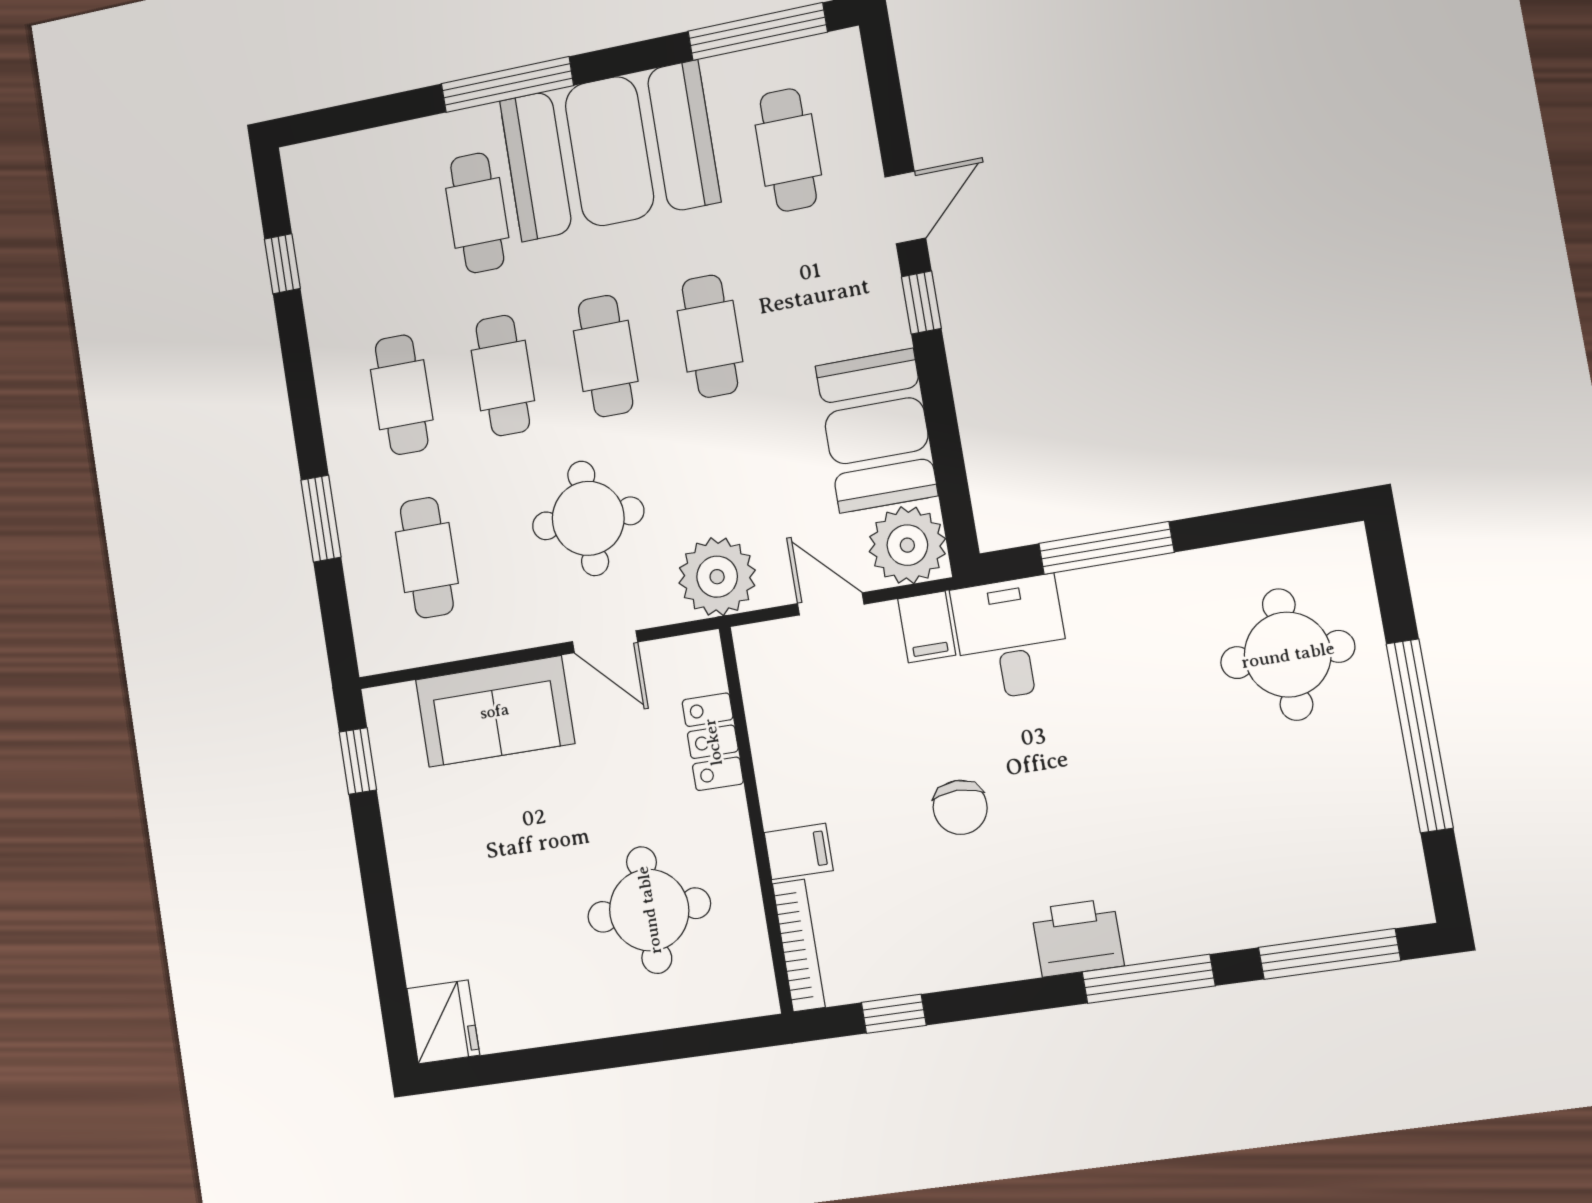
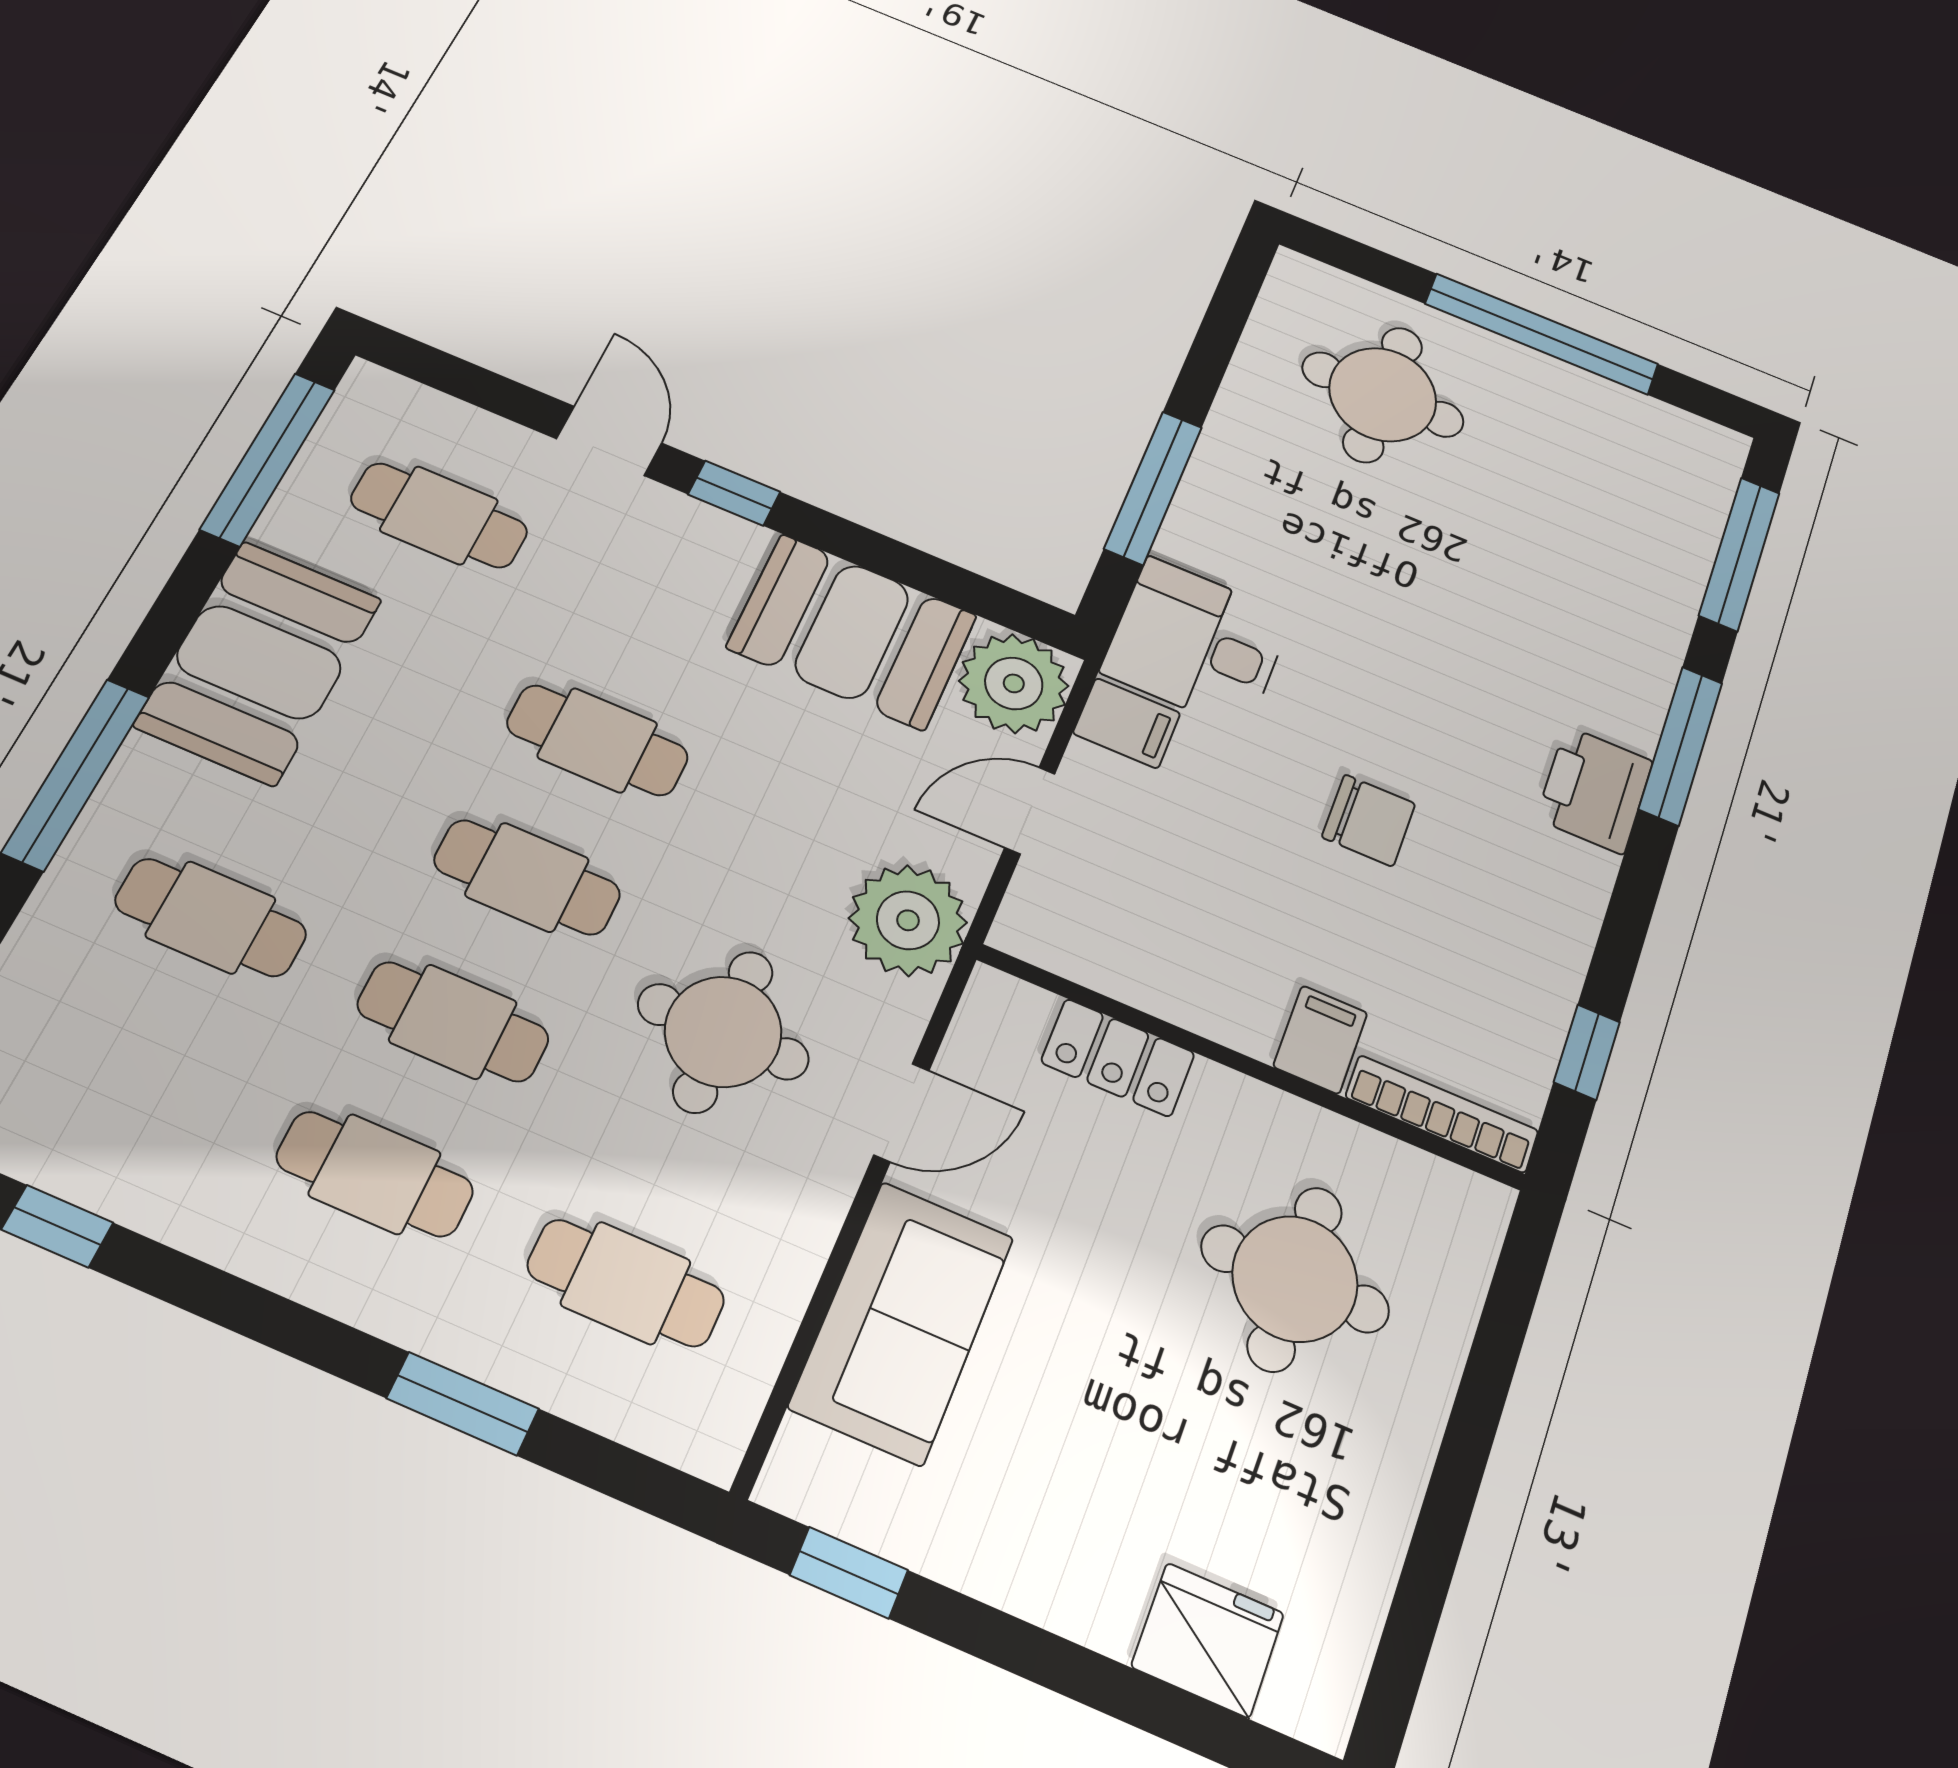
booth: (609, 151) -> (259, 662), width x0.73, depth x0.70
fridge: (443, 1022) -> (1208, 1640), moved

